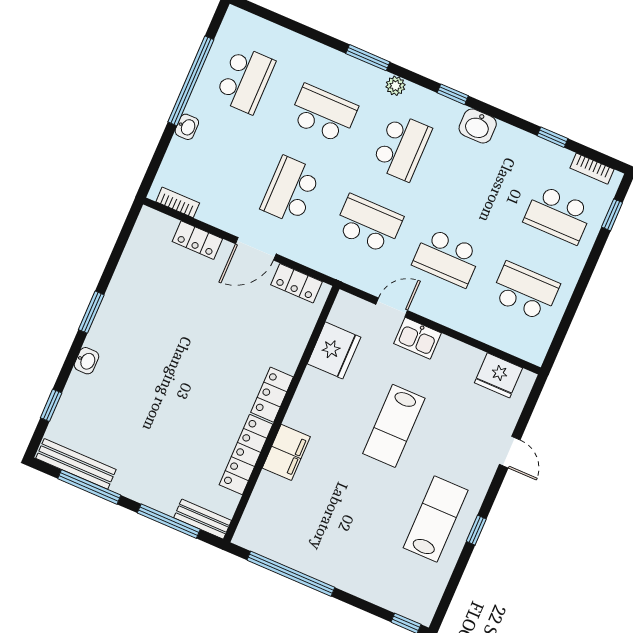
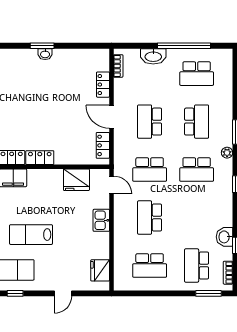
washbasin: (478, 126) -> (225, 237), moved
washbasin: (187, 127) -> (153, 56), width x1.91, depth x1.45
school desk: (290, 190) -> (150, 122), turned -90
window: (612, 215) -> (209, 293), width x1.50
school desk: (369, 224) -> (150, 170), turned 90
school desk: (525, 291) -> (150, 265), turned 90
door: (392, 307) -> (112, 185), moved
washbasin: (87, 361) -> (45, 54), moved
lab bench: (394, 426) -> (31, 235), moved

